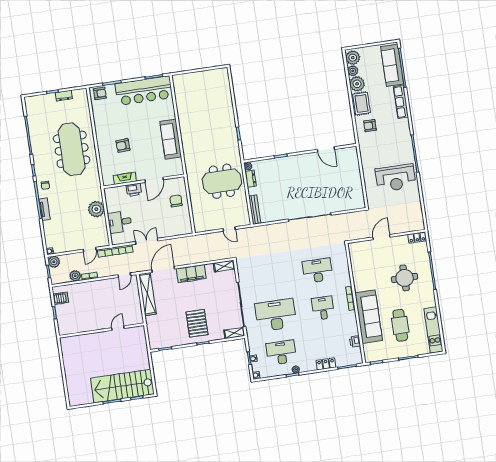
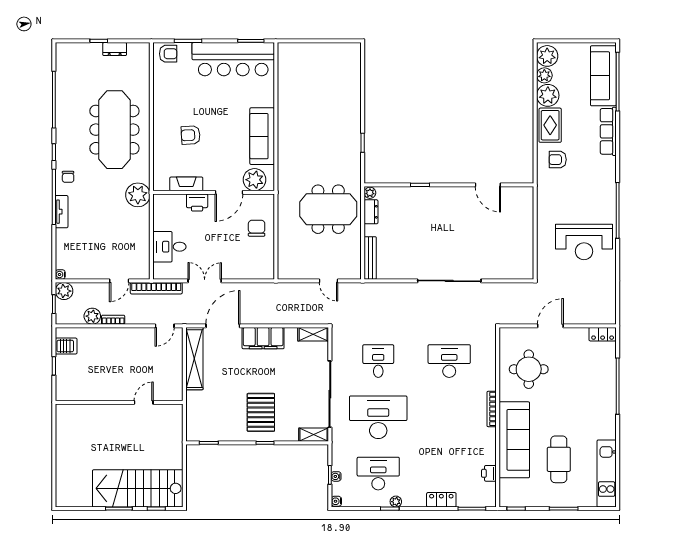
plant: (170, 169) -> (255, 180), added
plant: (96, 209) -> (138, 195), moved
round table: (405, 278) -> (529, 369), moved
desk: (323, 308) -> (378, 361), moved

